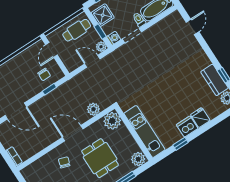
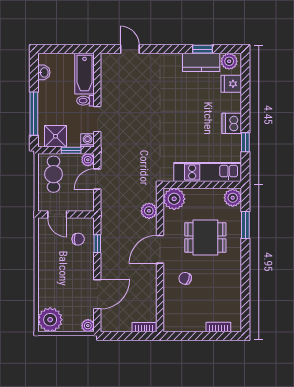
fridge: (200, 118) -> (231, 84), moved

